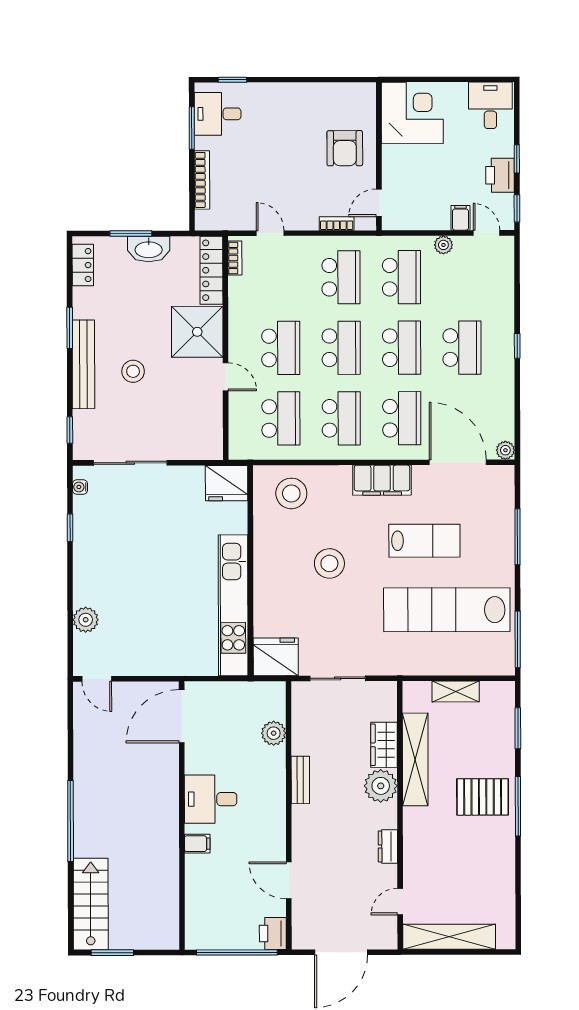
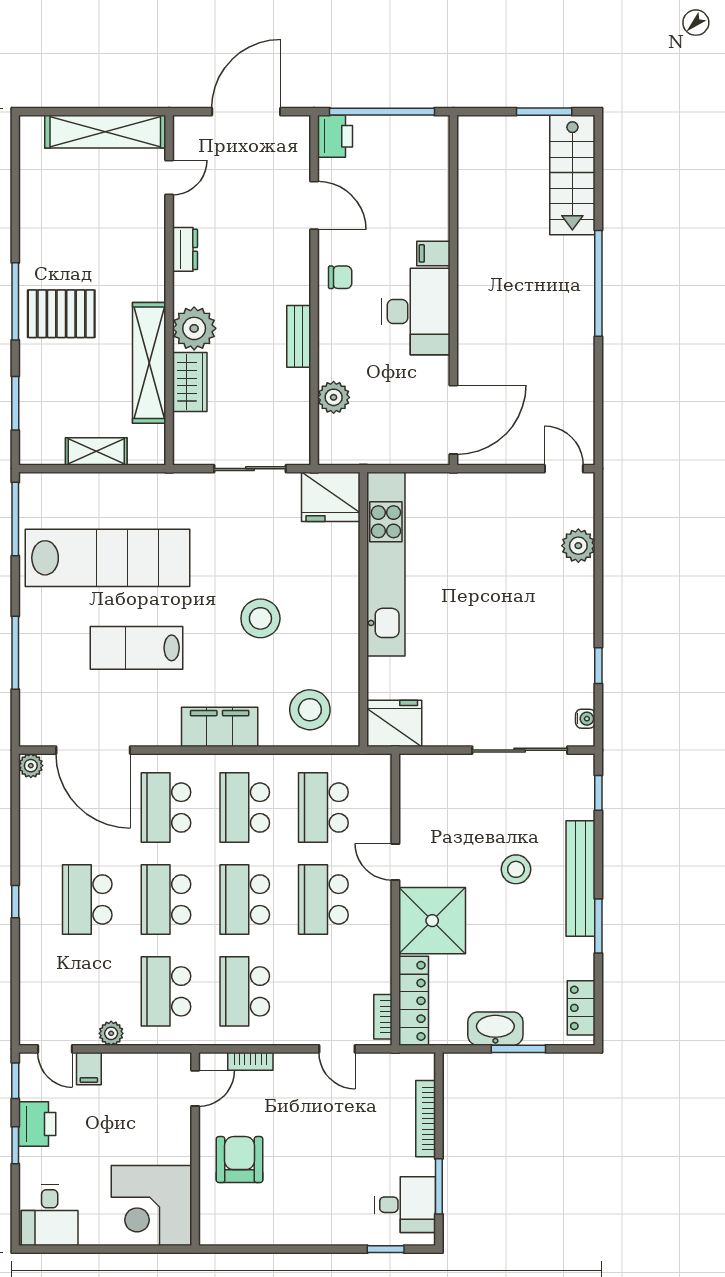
filing cabinet: (382, 480) -> (220, 727), moved
desk: (211, 799) -> (416, 312), width x1.37
chair: (269, 825) -> (340, 277), added

